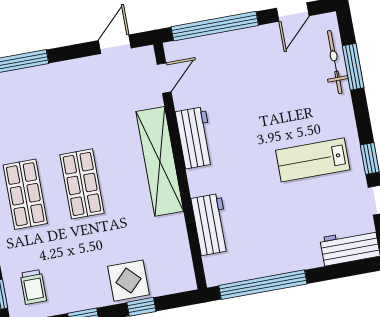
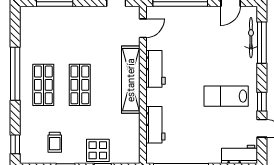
window: (353, 67) -> (262, 43), width x1.44
trolley: (33, 287) -> (55, 142), moved

